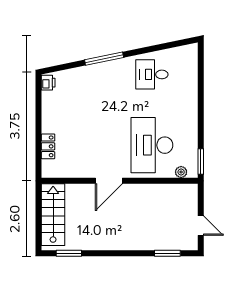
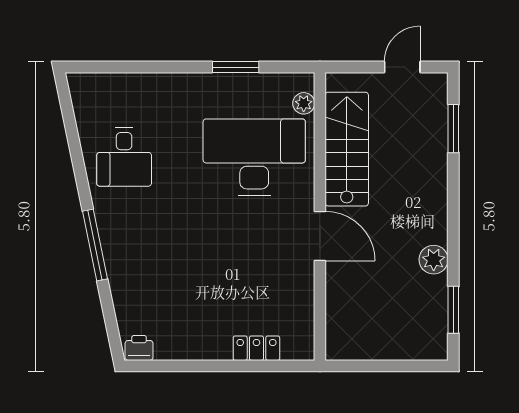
desk: (152, 145) -> (254, 157), turned 180
window: (201, 161) -> (236, 67), moved
stairs: (53, 215) -> (347, 149), moved, turned 90
plant: (96, 243) -> (434, 260), added

